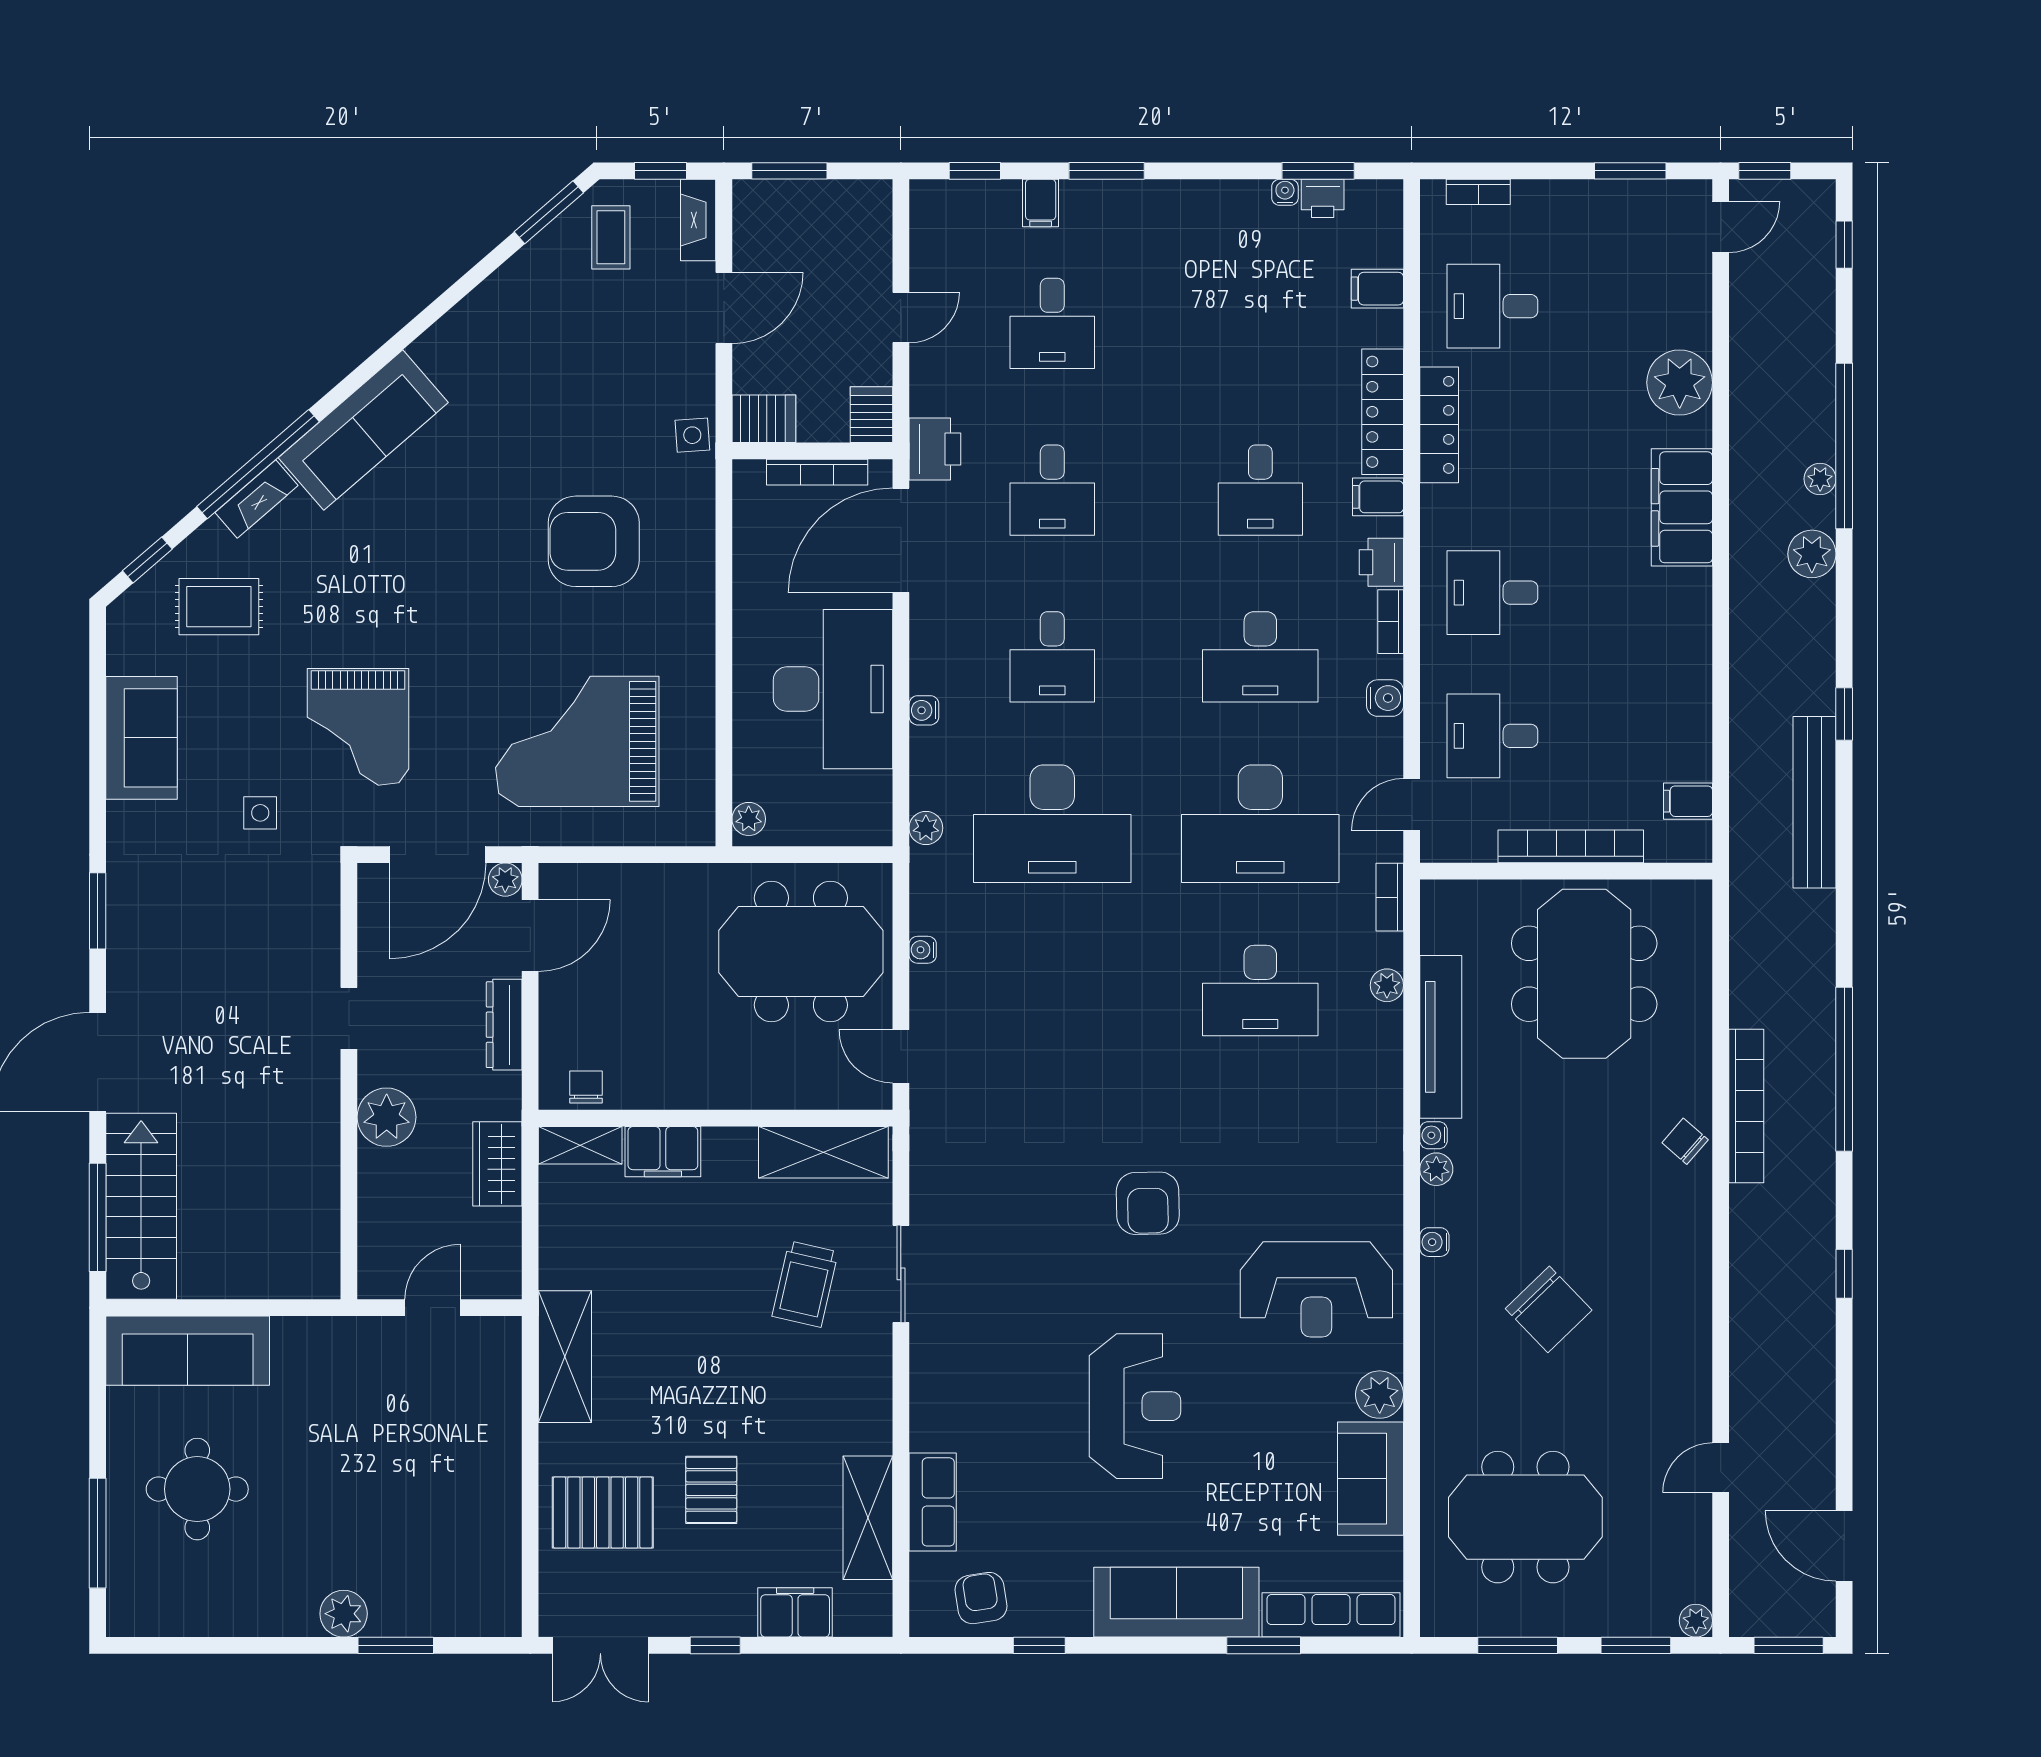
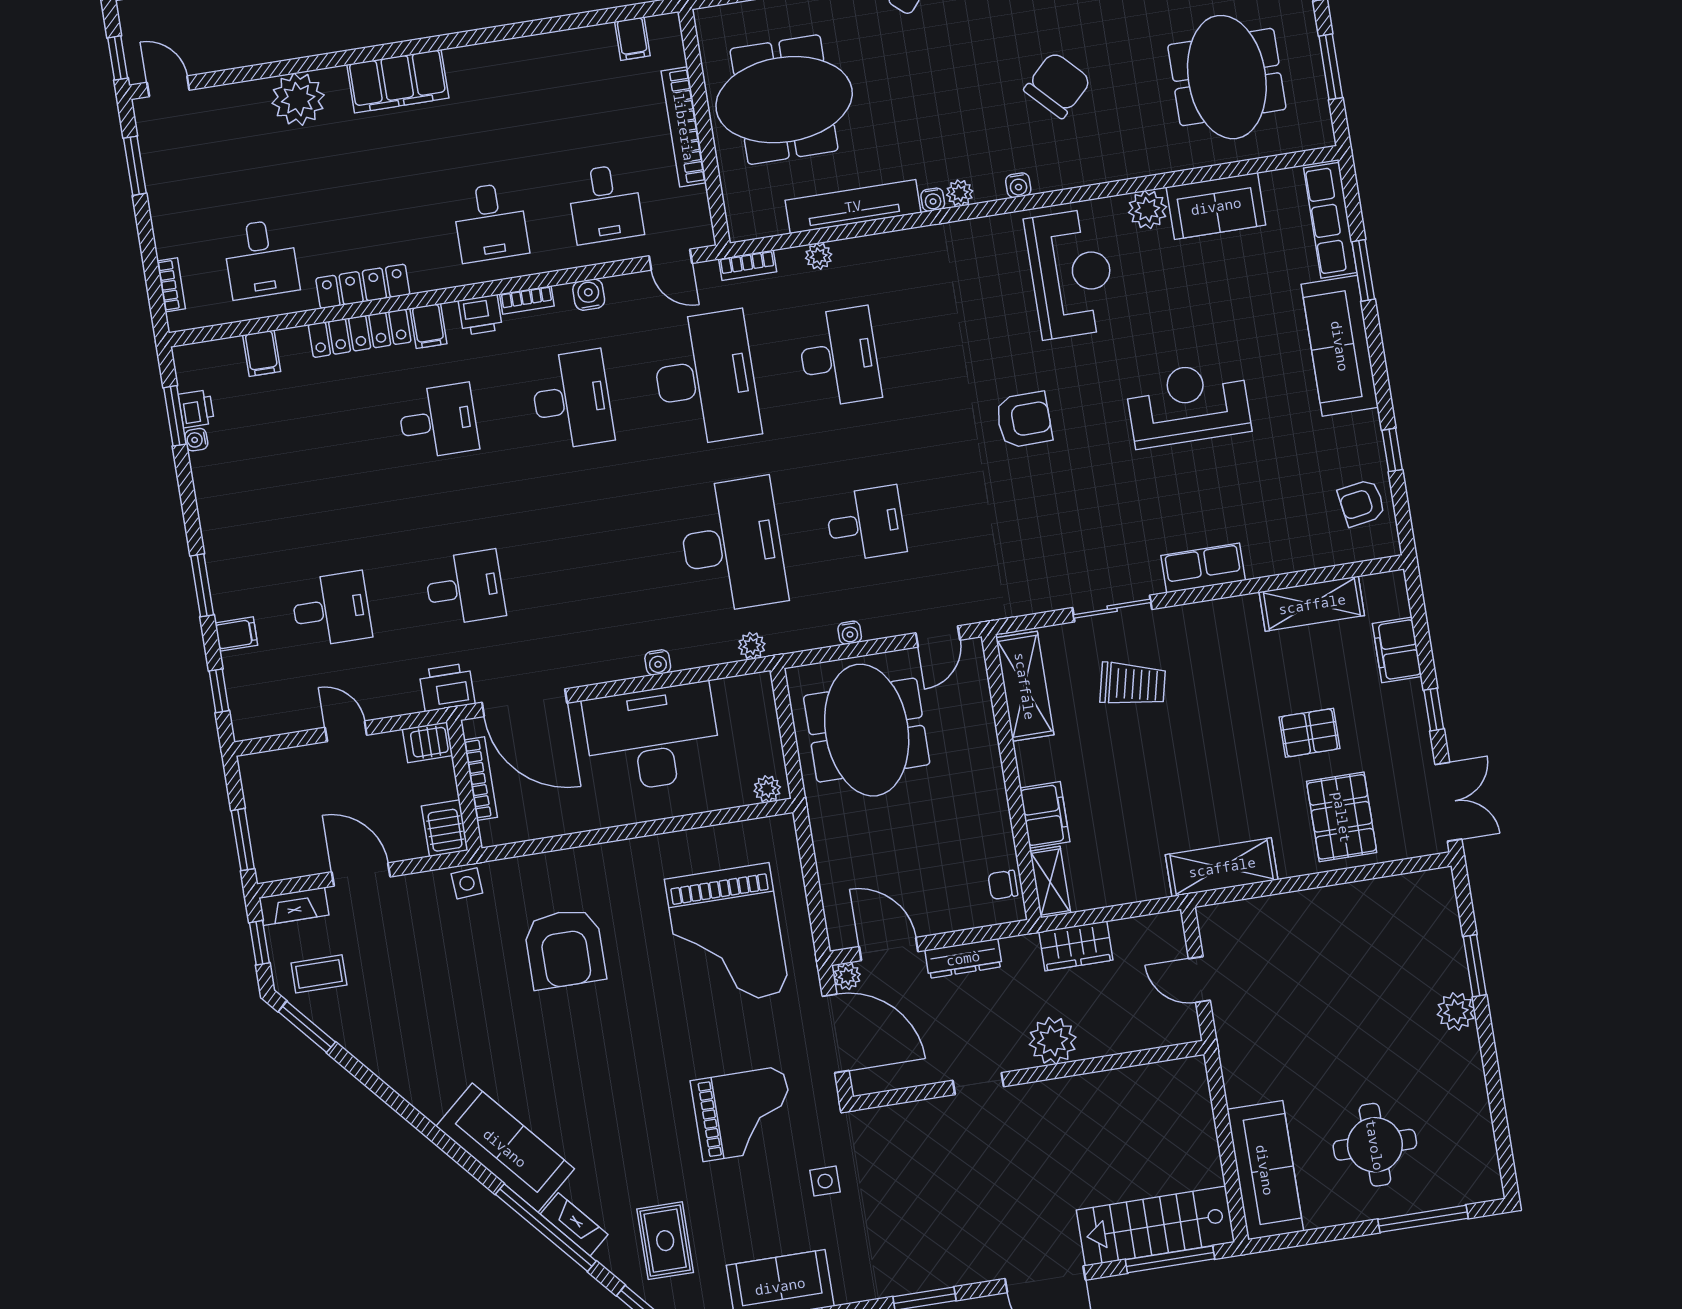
desk: (1052, 657) -> (866, 524), moved
row of seats: (933, 1502) -> (1203, 568), moved

